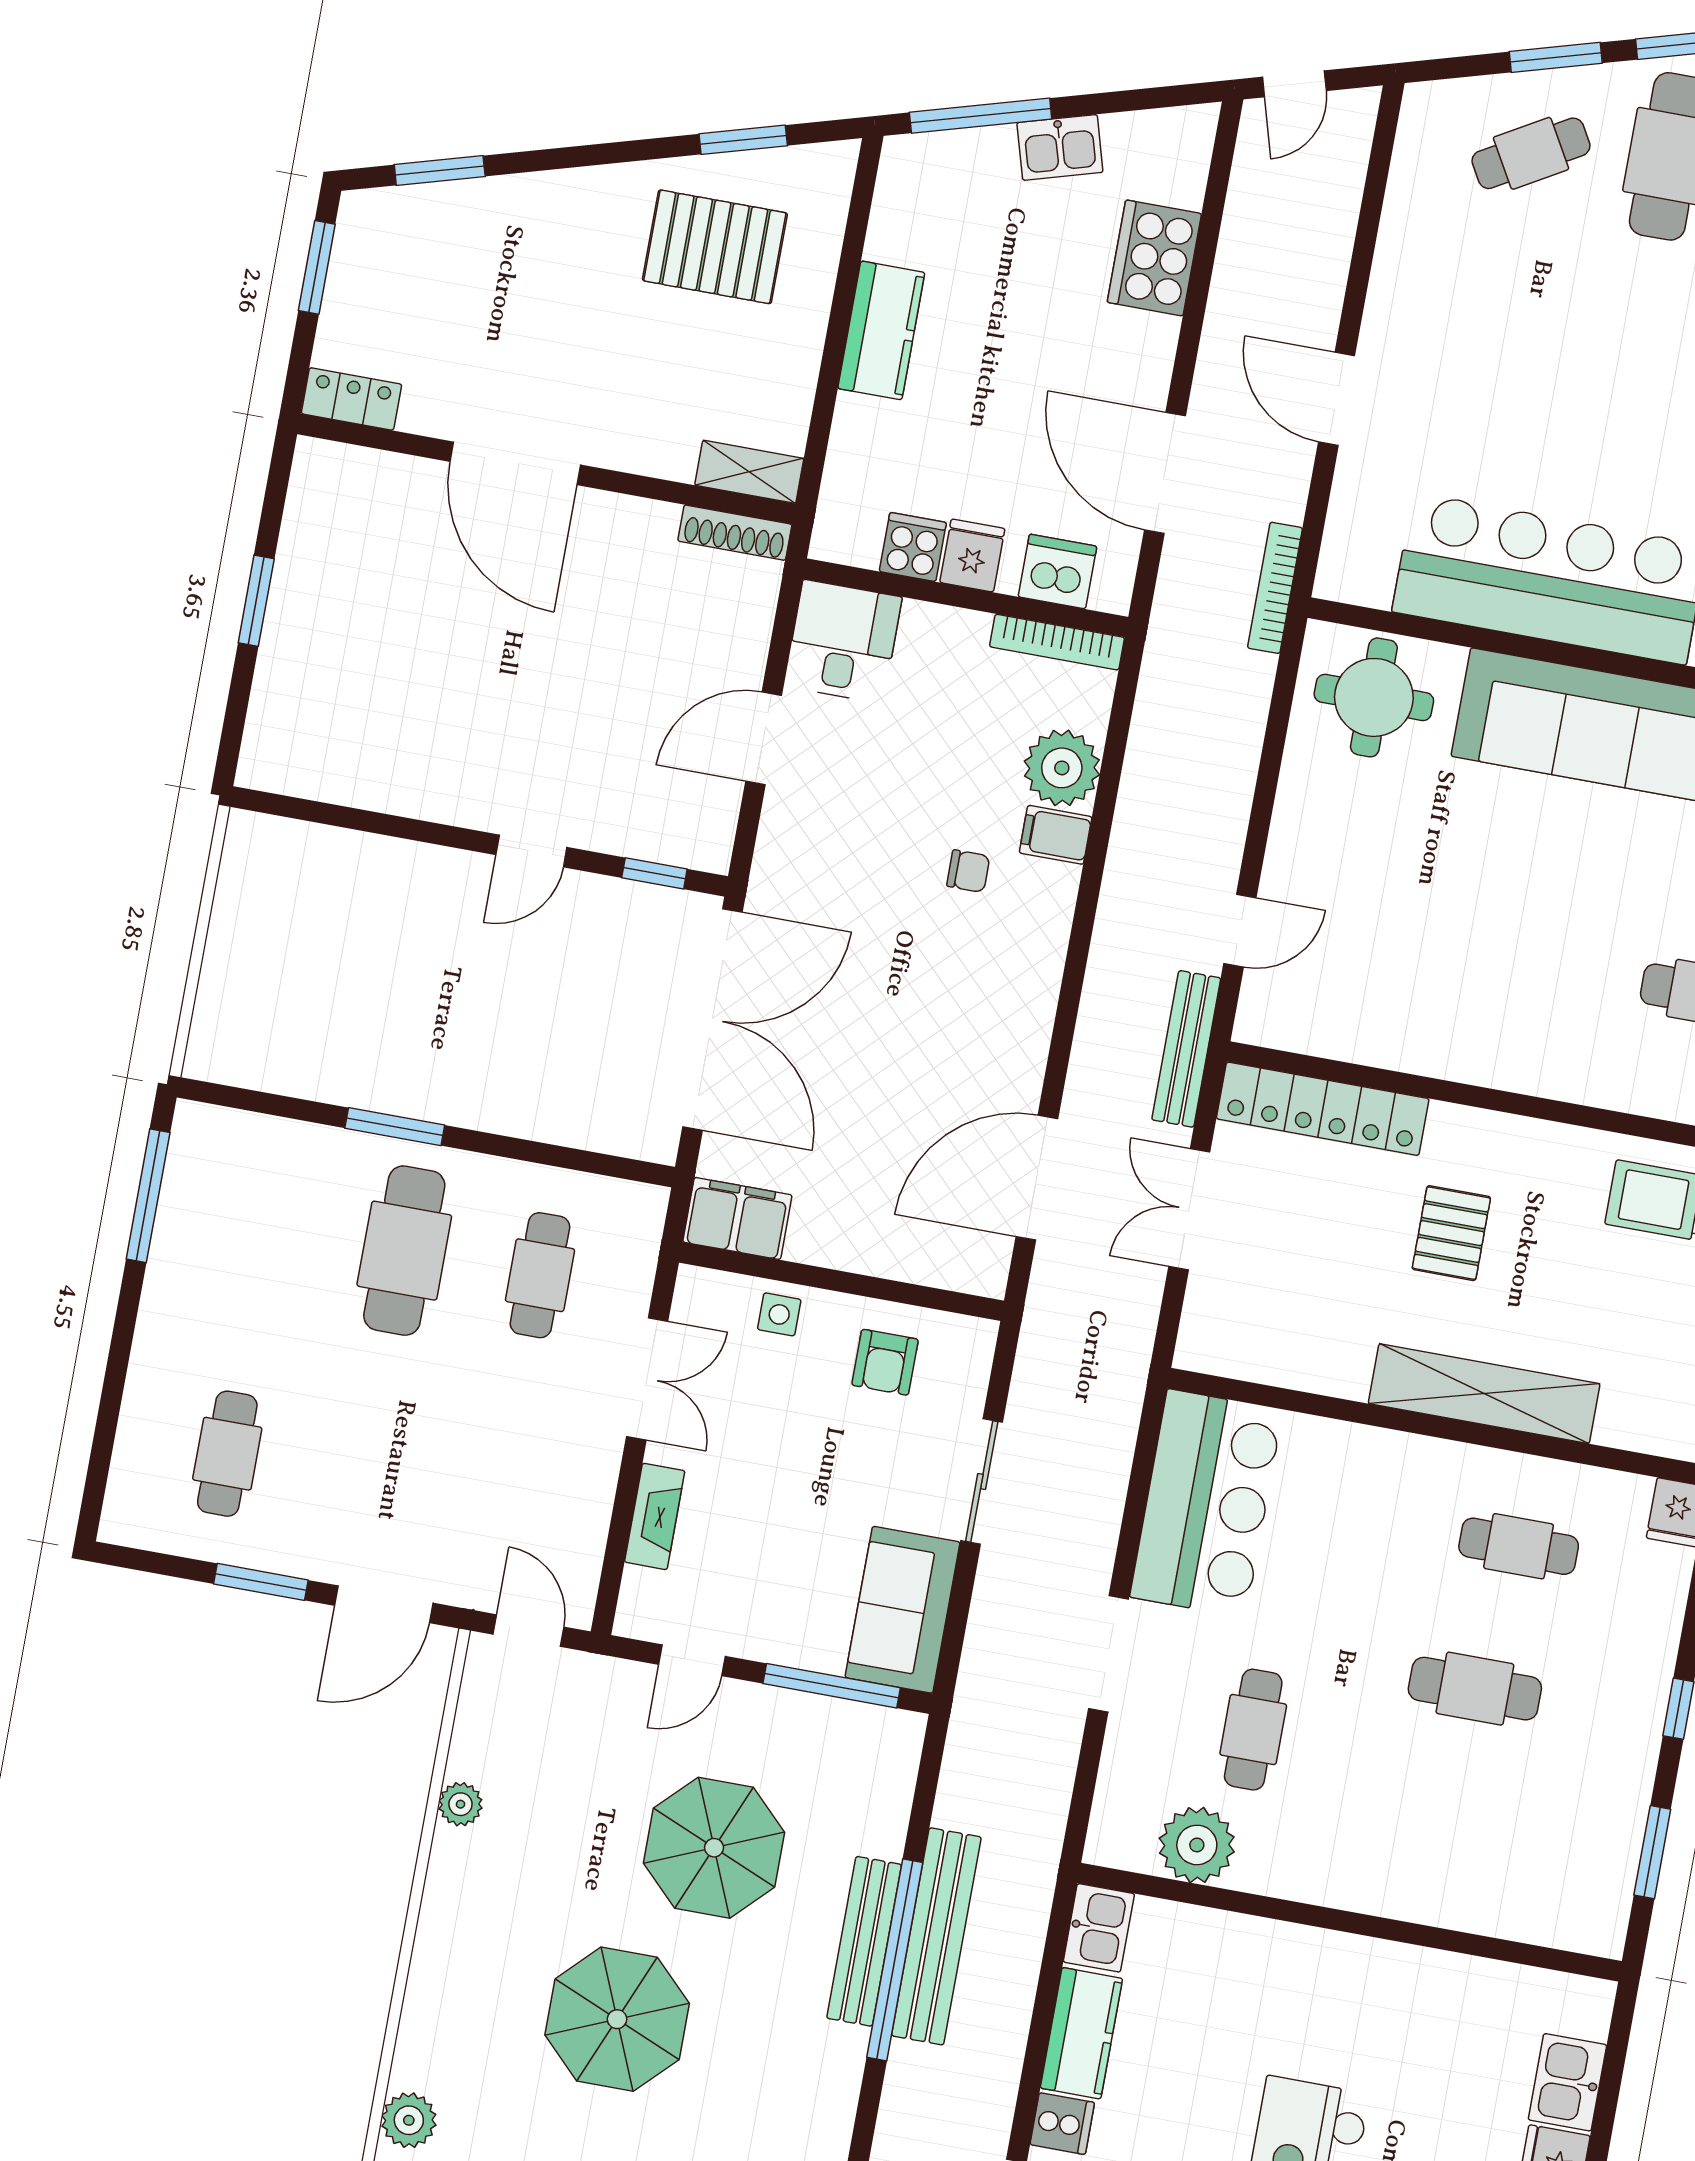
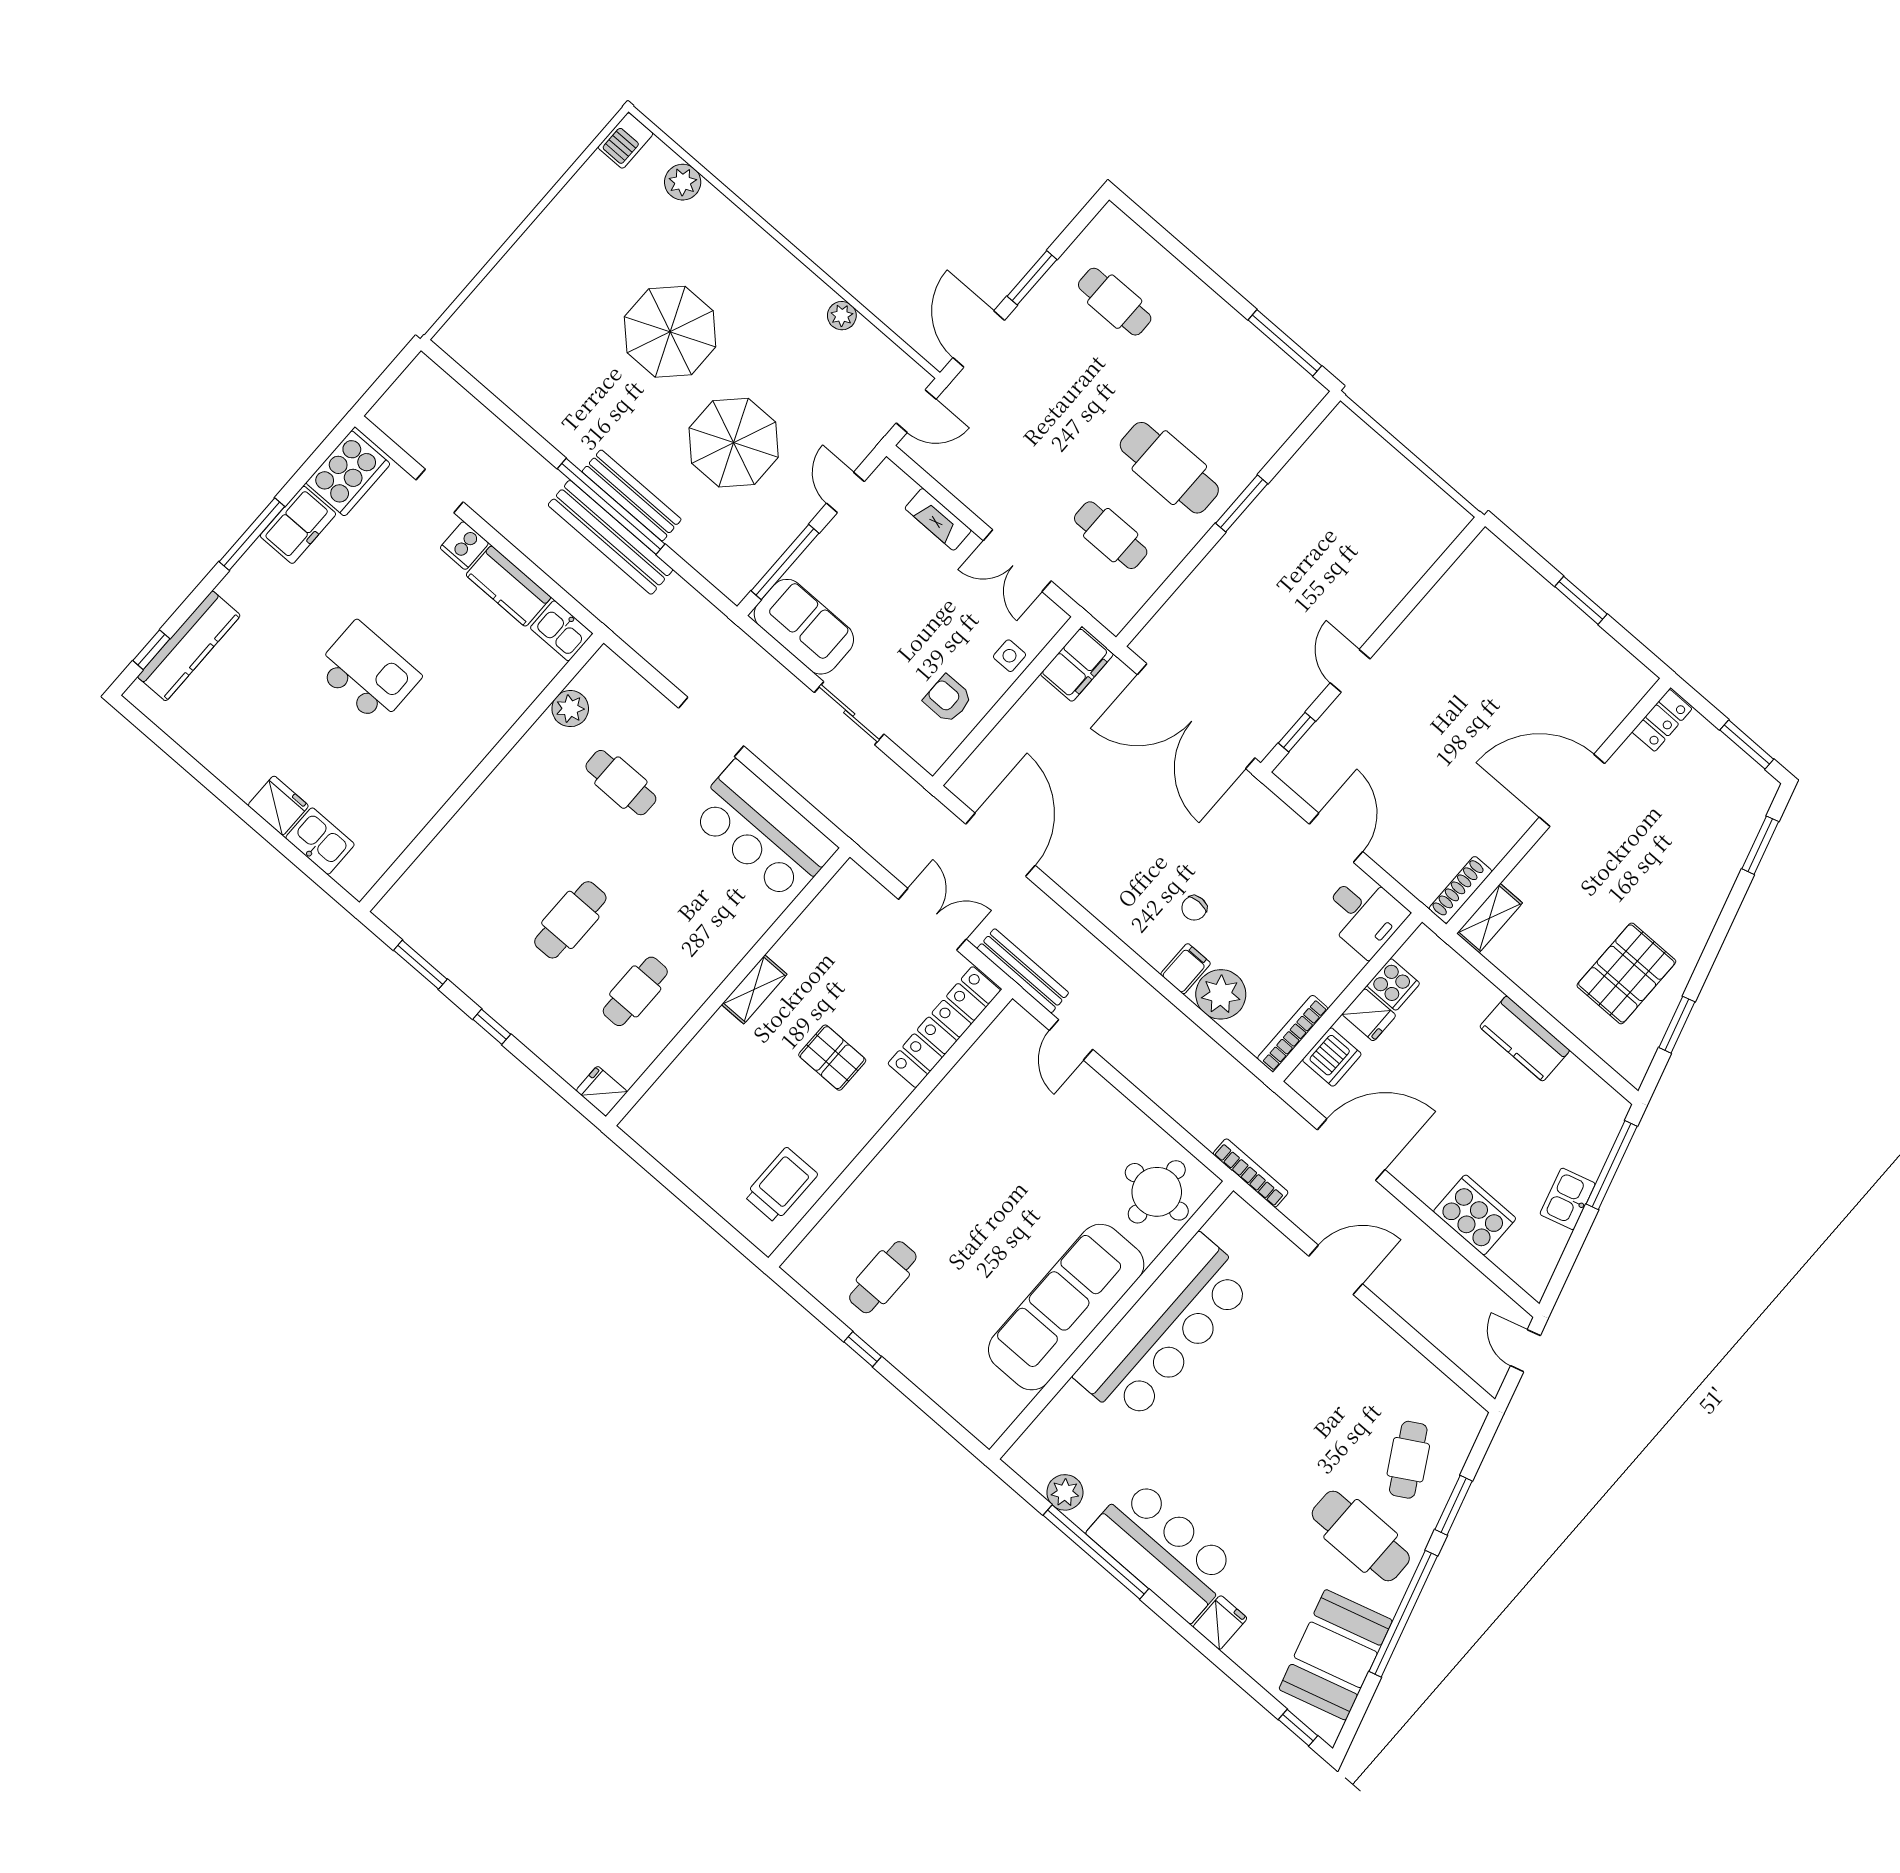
shelving: (1484, 1394) -> (754, 989), width x0.45, depth x0.75
plant: (1197, 1845) -> (570, 709), width x0.73, depth x0.73

